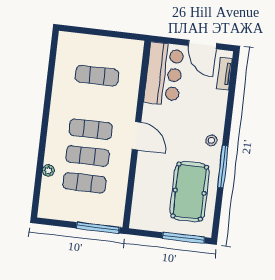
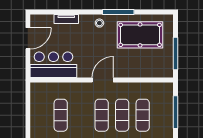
tv unit: (225, 74) -> (66, 19), moved
window: (98, 228) -> (175, 112), moved
window: (183, 238) -> (175, 53), moved

